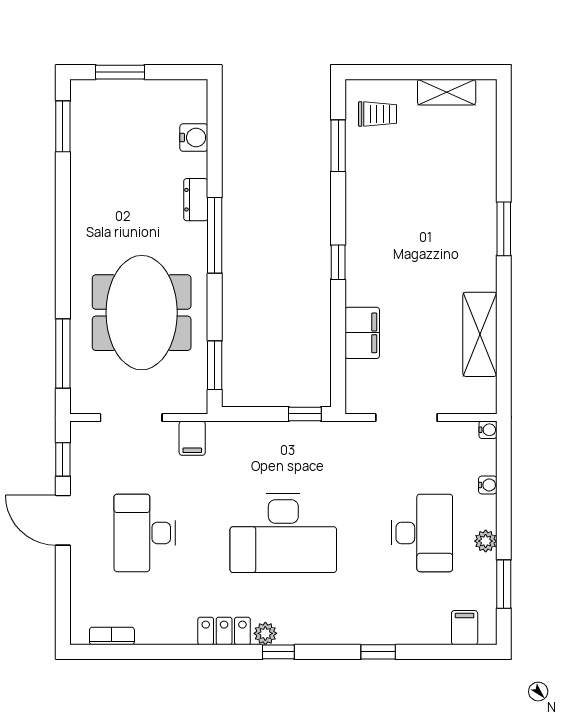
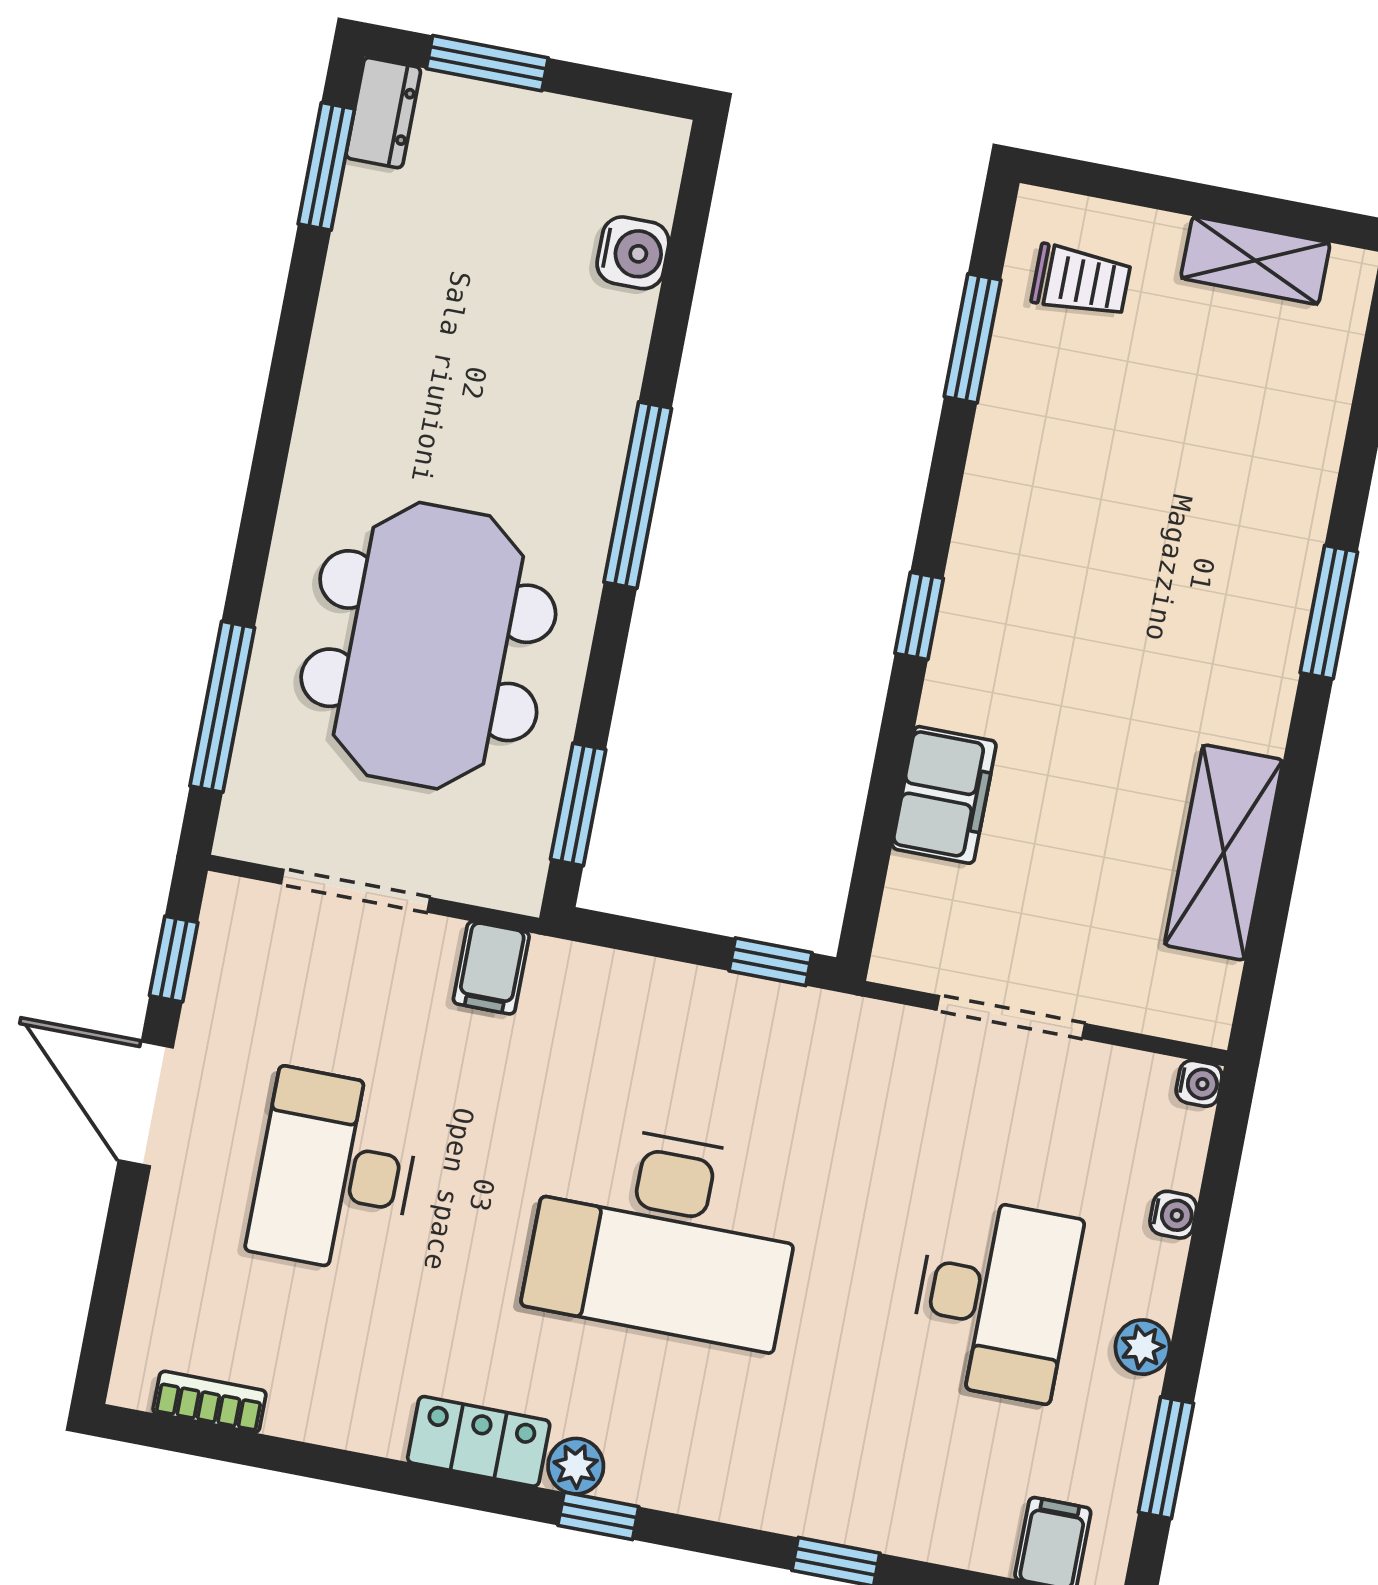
dresser: (196, 200) -> (383, 113), moved, turned 180

